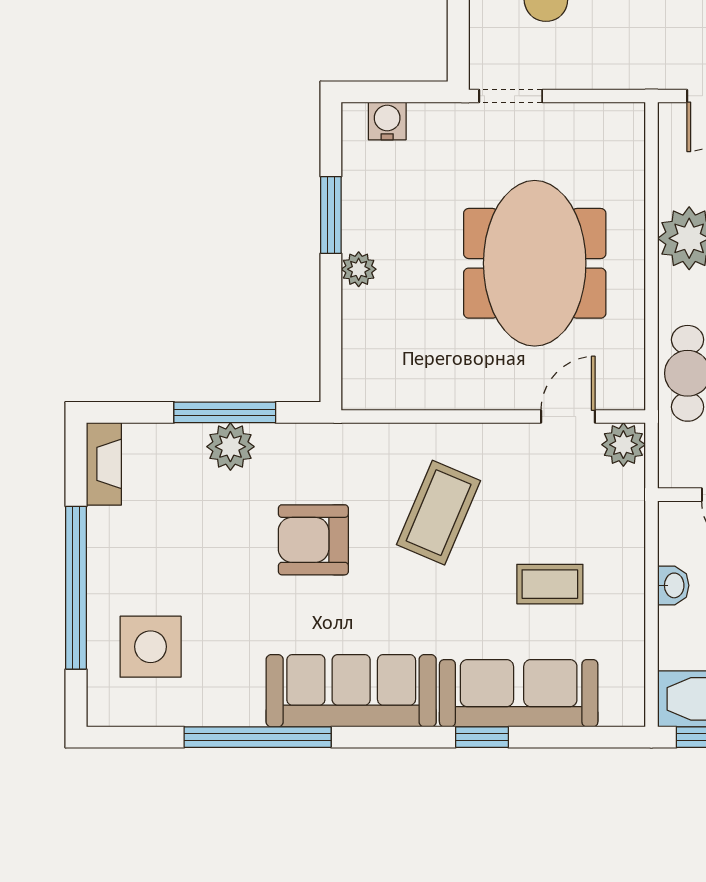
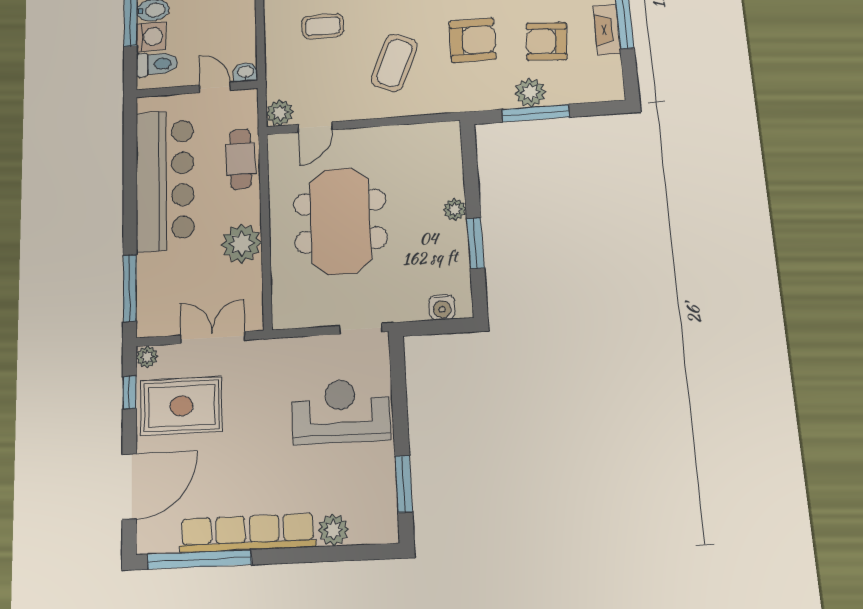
fireplace: (104, 464) -> (607, 30), moved
armchair: (198, 528) -> (547, 41), added
washbasin: (673, 585) -> (245, 72), moved, turned 90

